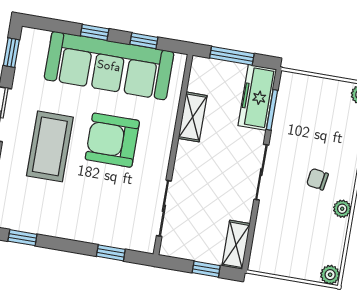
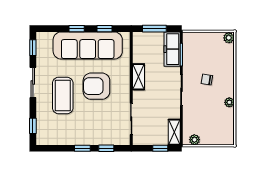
shelving: (193, 117) -> (138, 77), moved
chair: (317, 179) -> (207, 80), moved
window: (22, 238) -> (82, 148), moved
plant: (330, 275) -> (194, 140), moved

